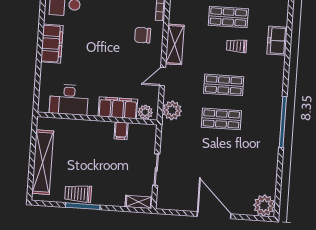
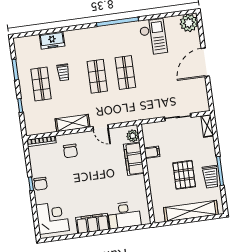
desk: (69, 100) -> (124, 215), moved, turned 90
plant: (172, 110) -> (127, 114), removed
checkout: (256, 160) -> (153, 37), added
pallet: (87, 163) -> (184, 175), added

